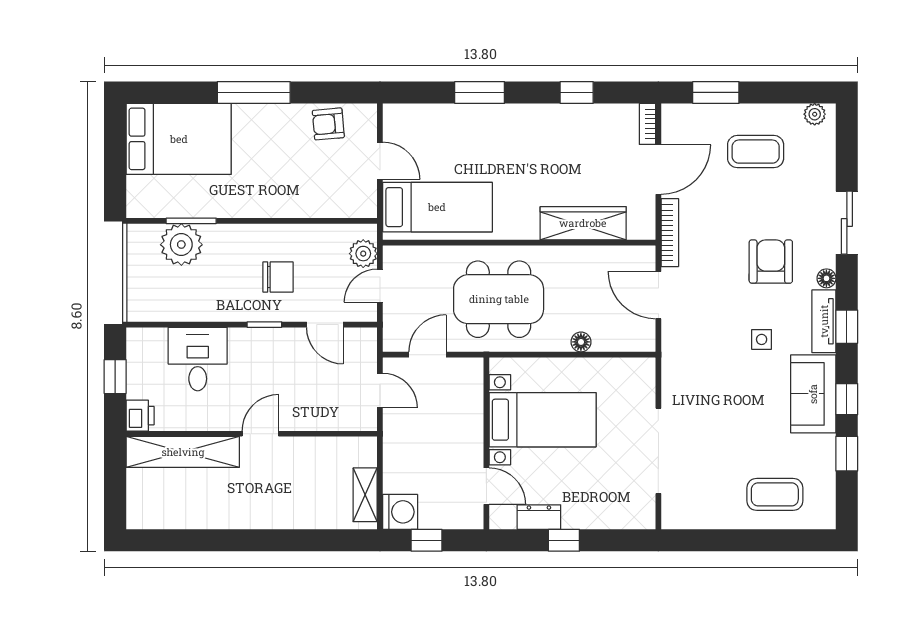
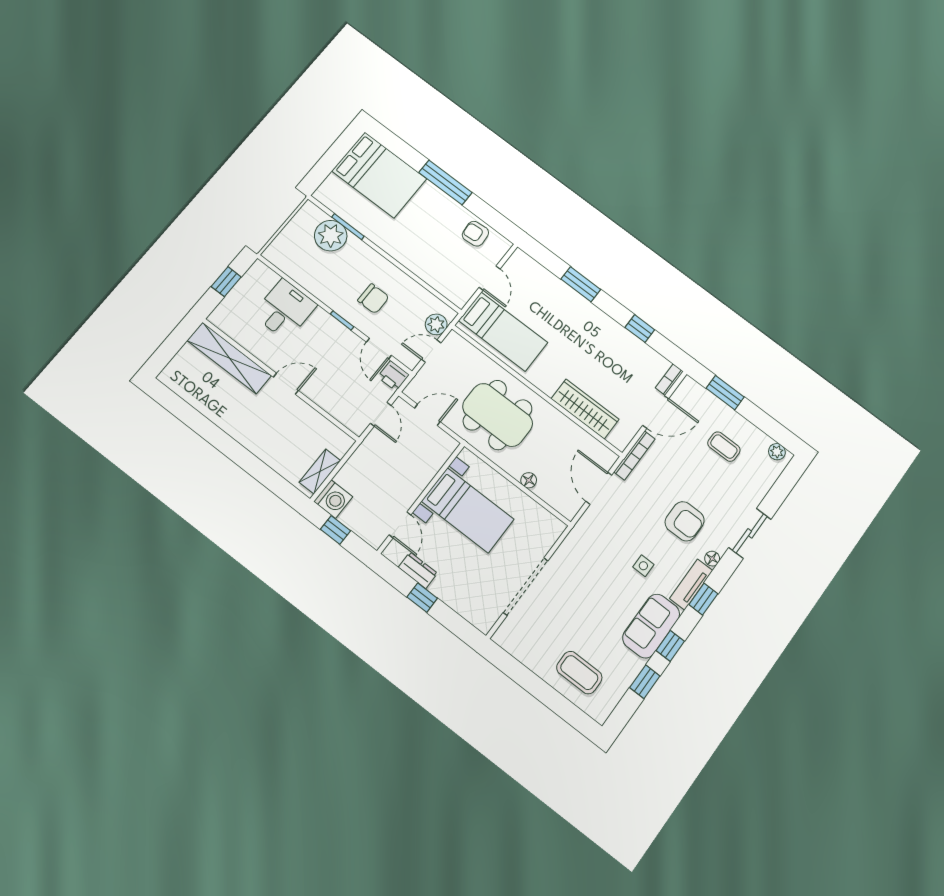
coffee table: (756, 152) -> (724, 447), width x0.73, depth x0.77
armchair: (771, 262) -> (685, 521), turned 90
printer: (140, 416) -> (393, 376), moved, turned 90

